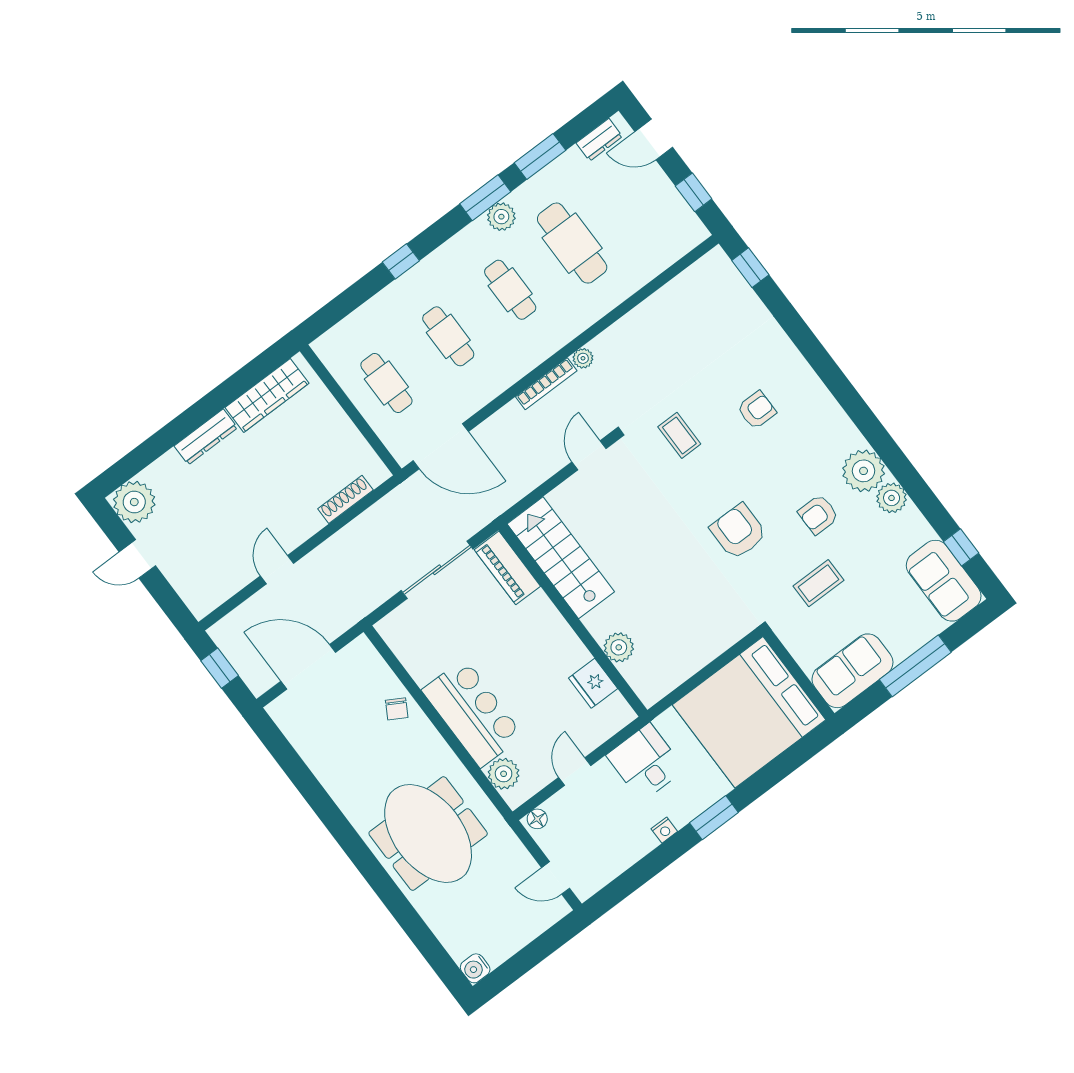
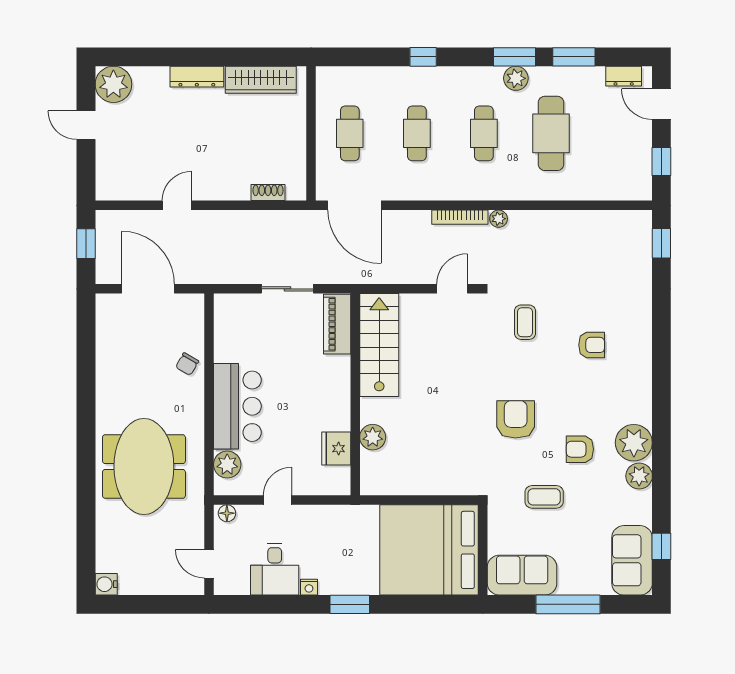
shoe rack: (345, 499) -> (268, 192), width x0.70
sliding door: (437, 570) -> (287, 289), width x0.73
desk: (645, 762) -> (275, 569), moved, turned 180

